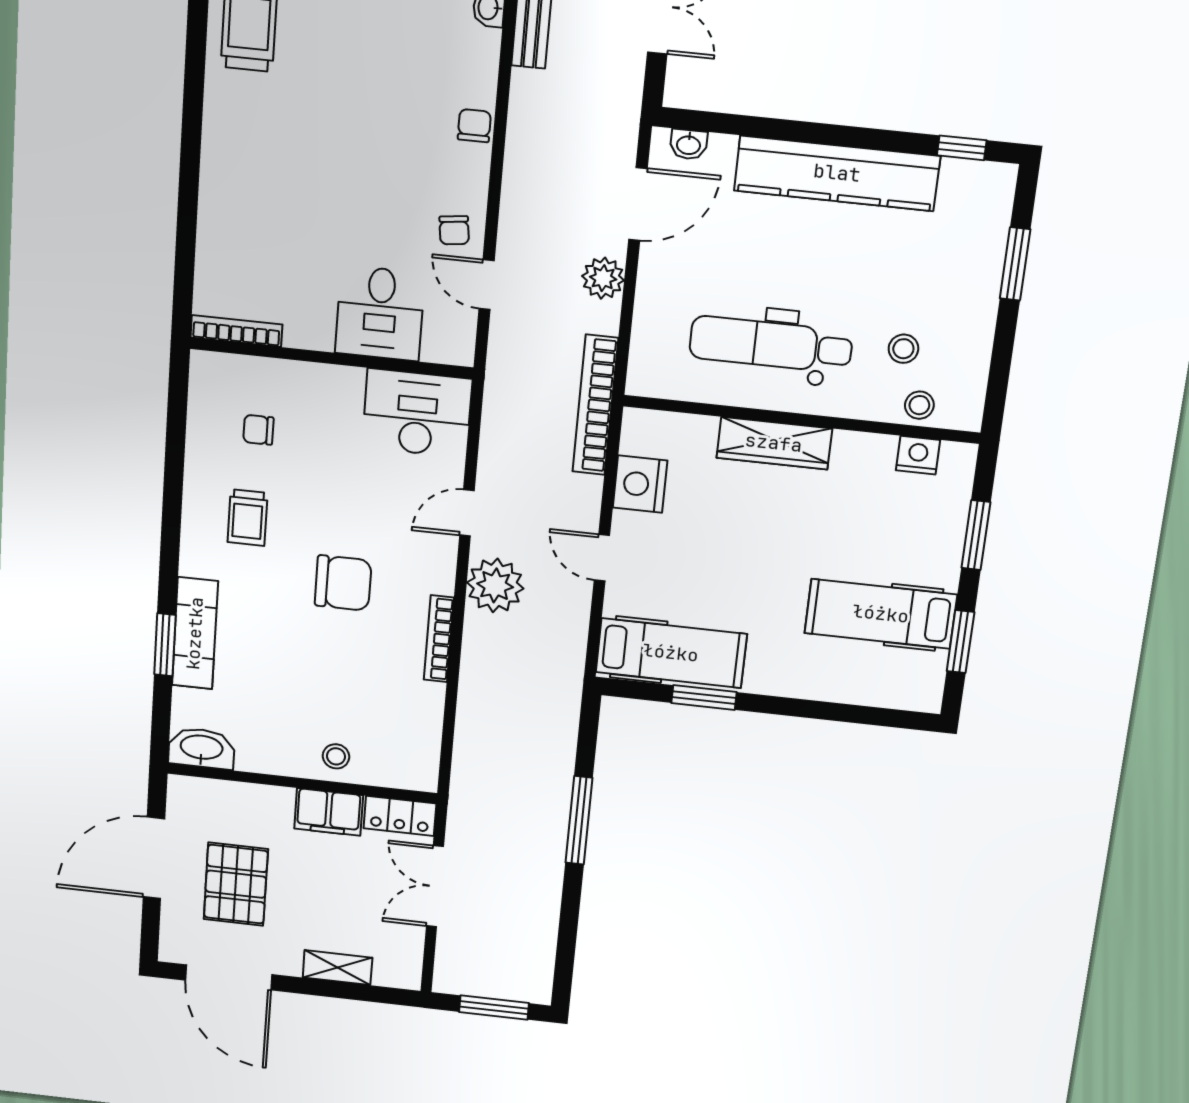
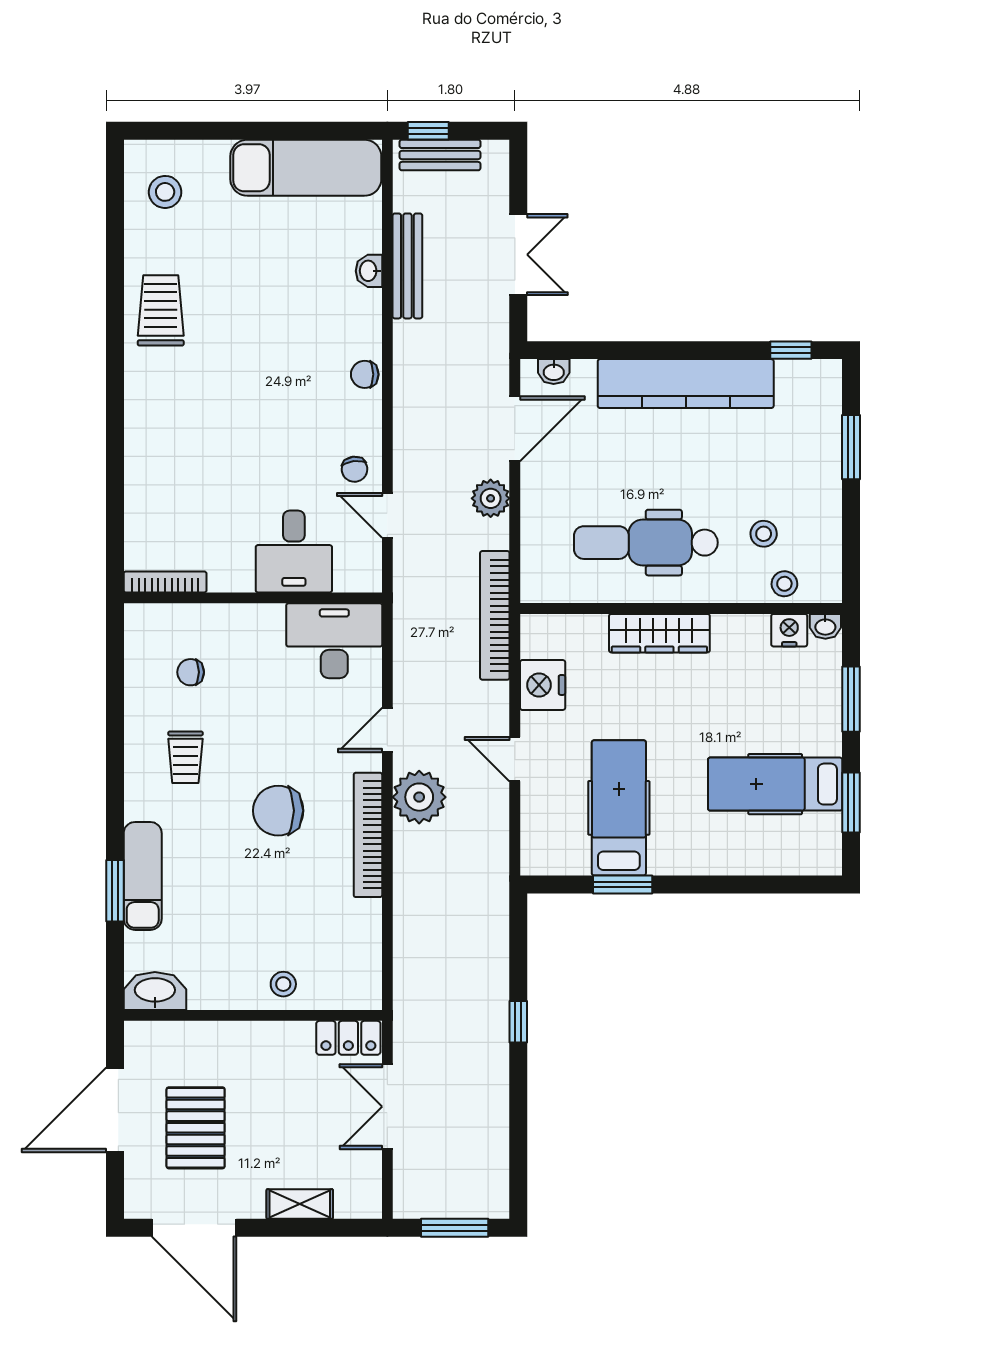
chair: (474, 126) -> (365, 374), turned -90
washbasin: (959, 455) -> (825, 626), added
chair: (343, 583) -> (278, 811), turned 180
bookcase: (439, 639) -> (368, 835), width x1.48, depth x1.31
hospital bed: (671, 653) -> (619, 808), moved, turned -90
filing cabinet: (329, 812) -> (280, 1042), removed
window: (579, 820) -> (518, 1022), width x0.46

